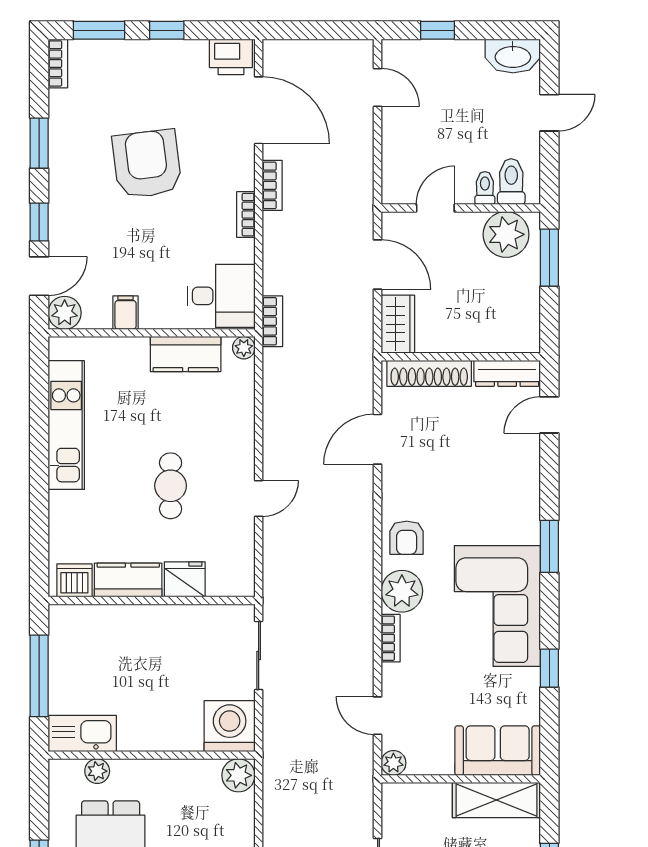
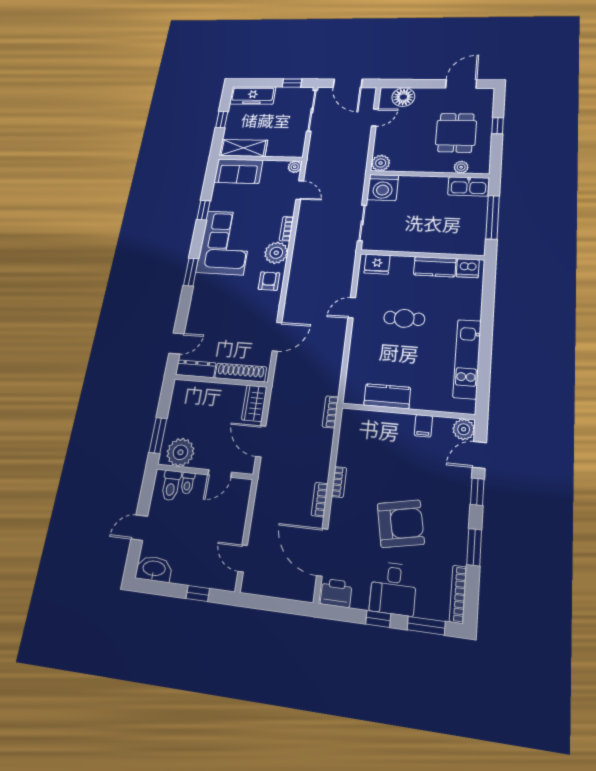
bookcase: (58, 63) -> (458, 594), width x1.56
armchair: (147, 164) -> (401, 524), turned -94
desk: (221, 296) -> (393, 589), moved, turned -90
plant: (244, 348) -> (350, 397), removed
cafe table: (171, 486) -> (404, 318), turned 90
fridge: (185, 579) -> (377, 264), moved

